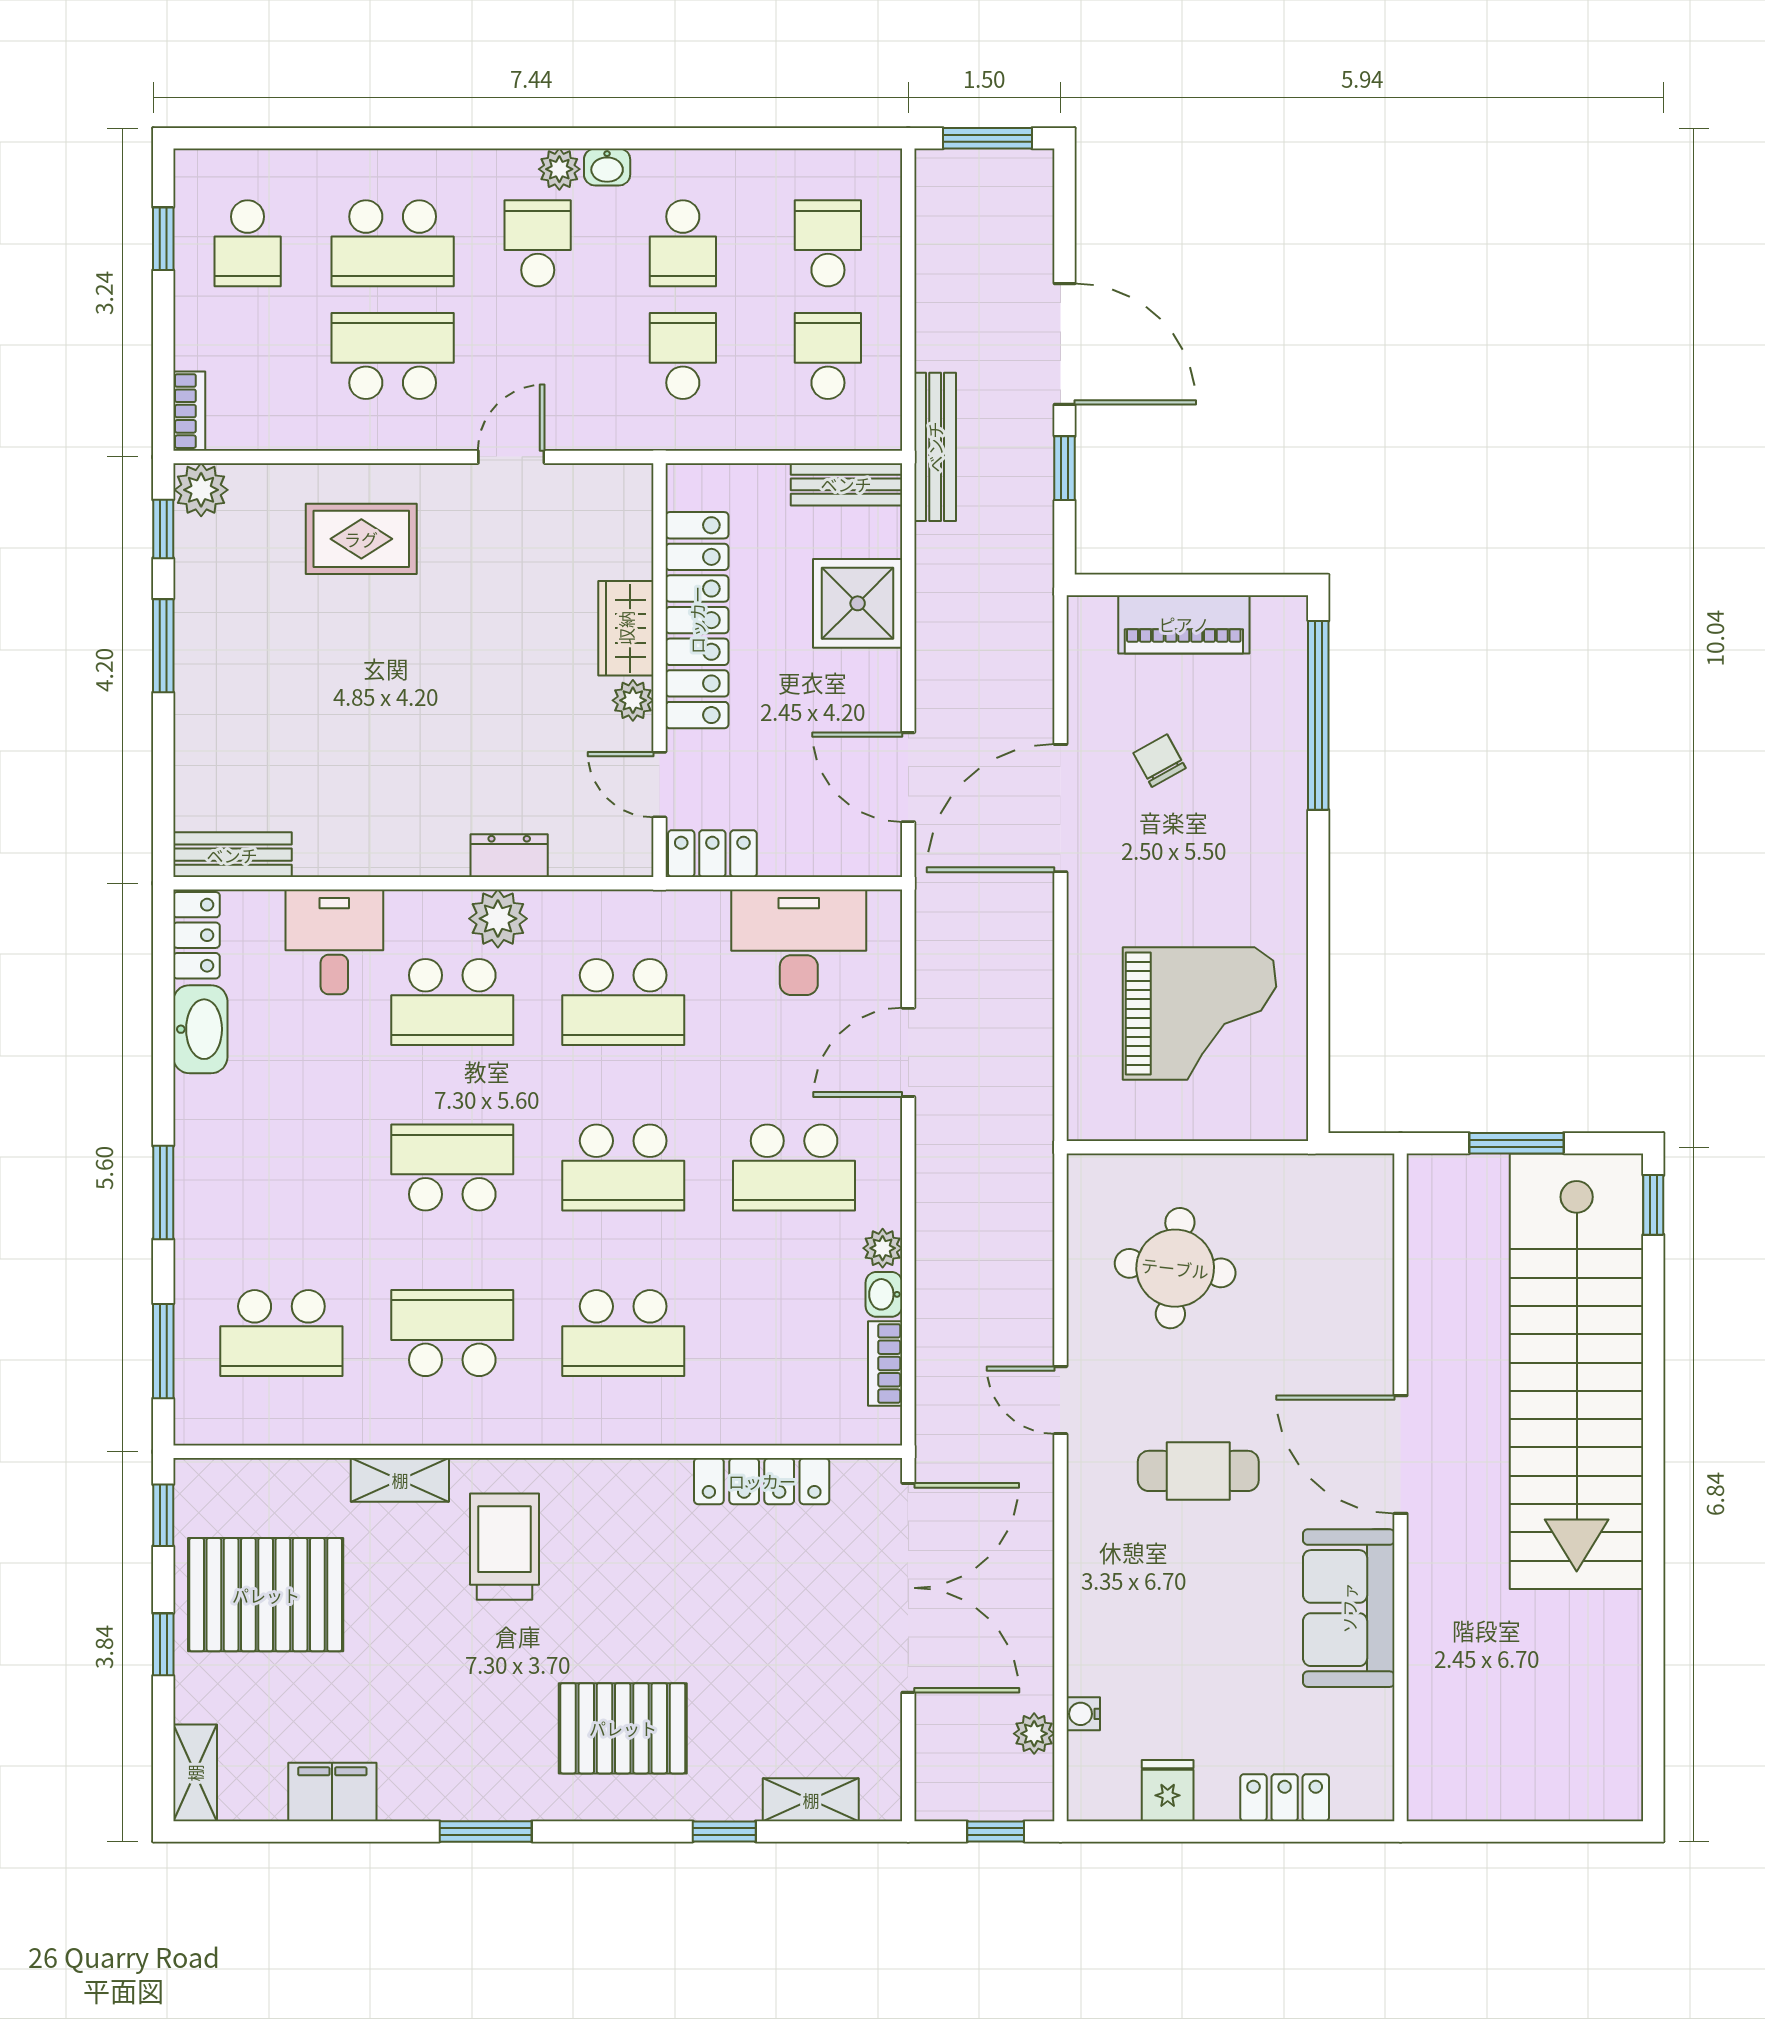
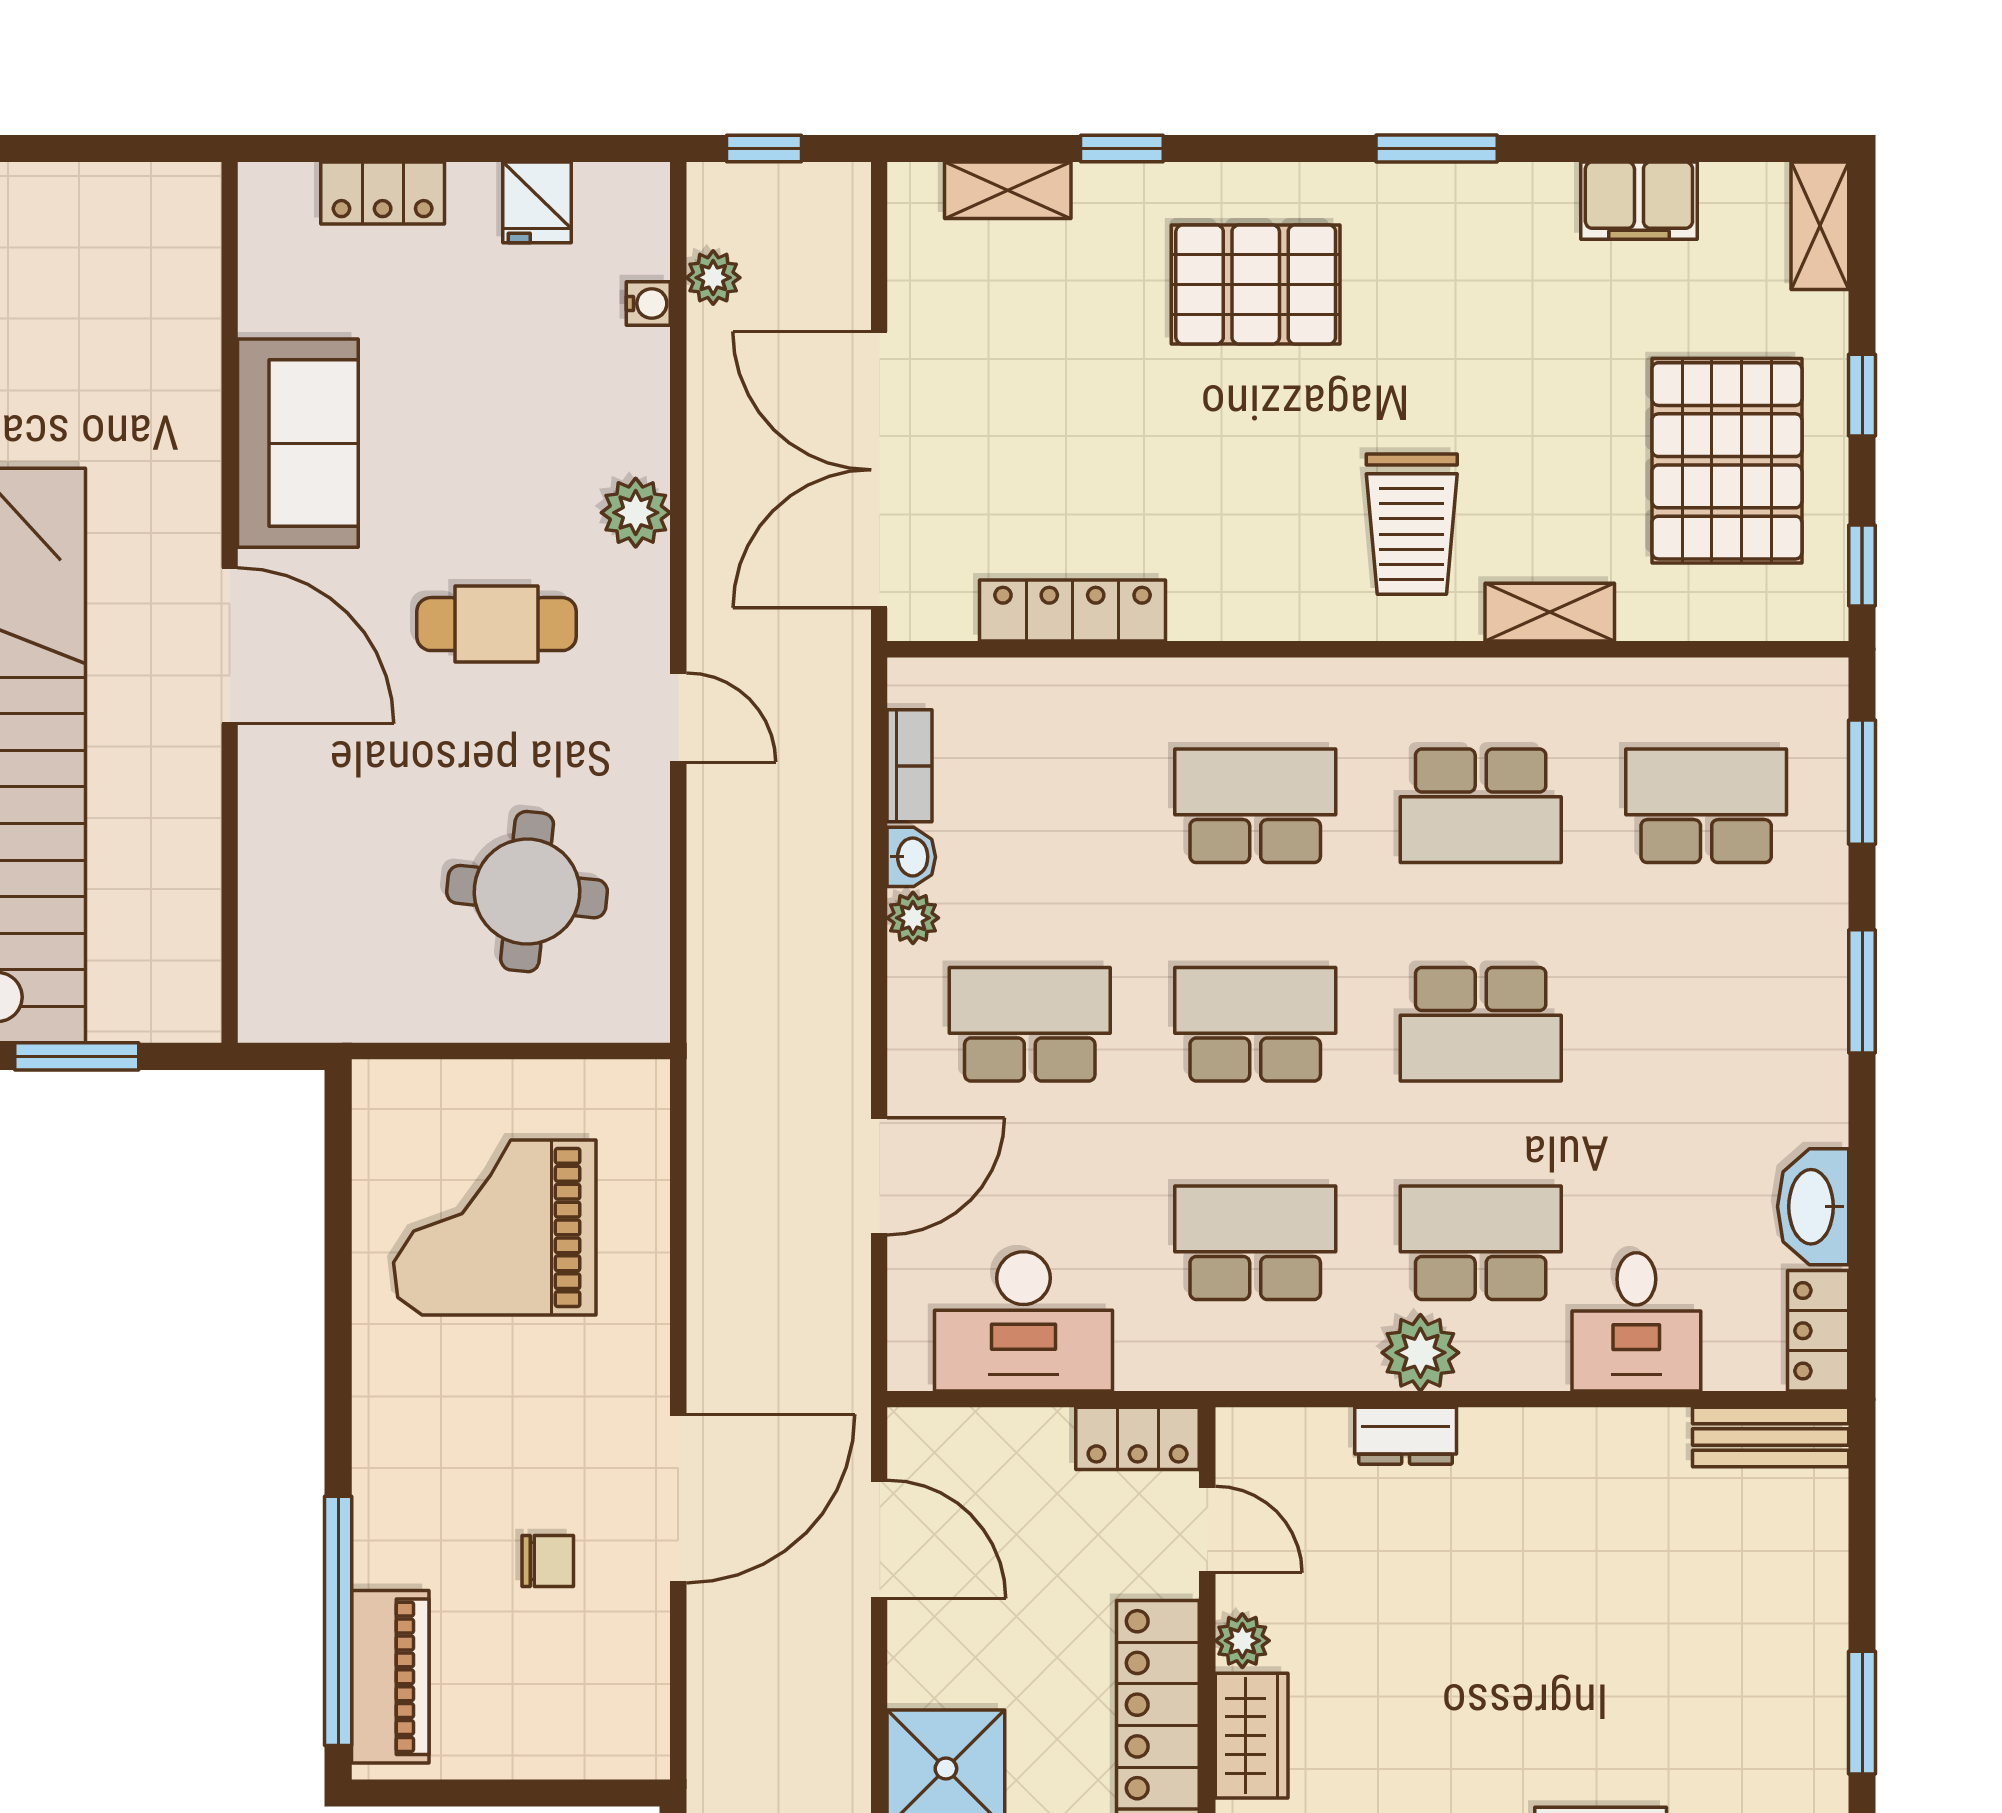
piano: (1184, 624) -> (390, 1677), moved, turned 90
chair: (1159, 761) -> (548, 1561), turned -61
plant: (1093, 1555) -> (636, 513), added
pallet: (266, 1595) -> (1727, 461), turned 90

